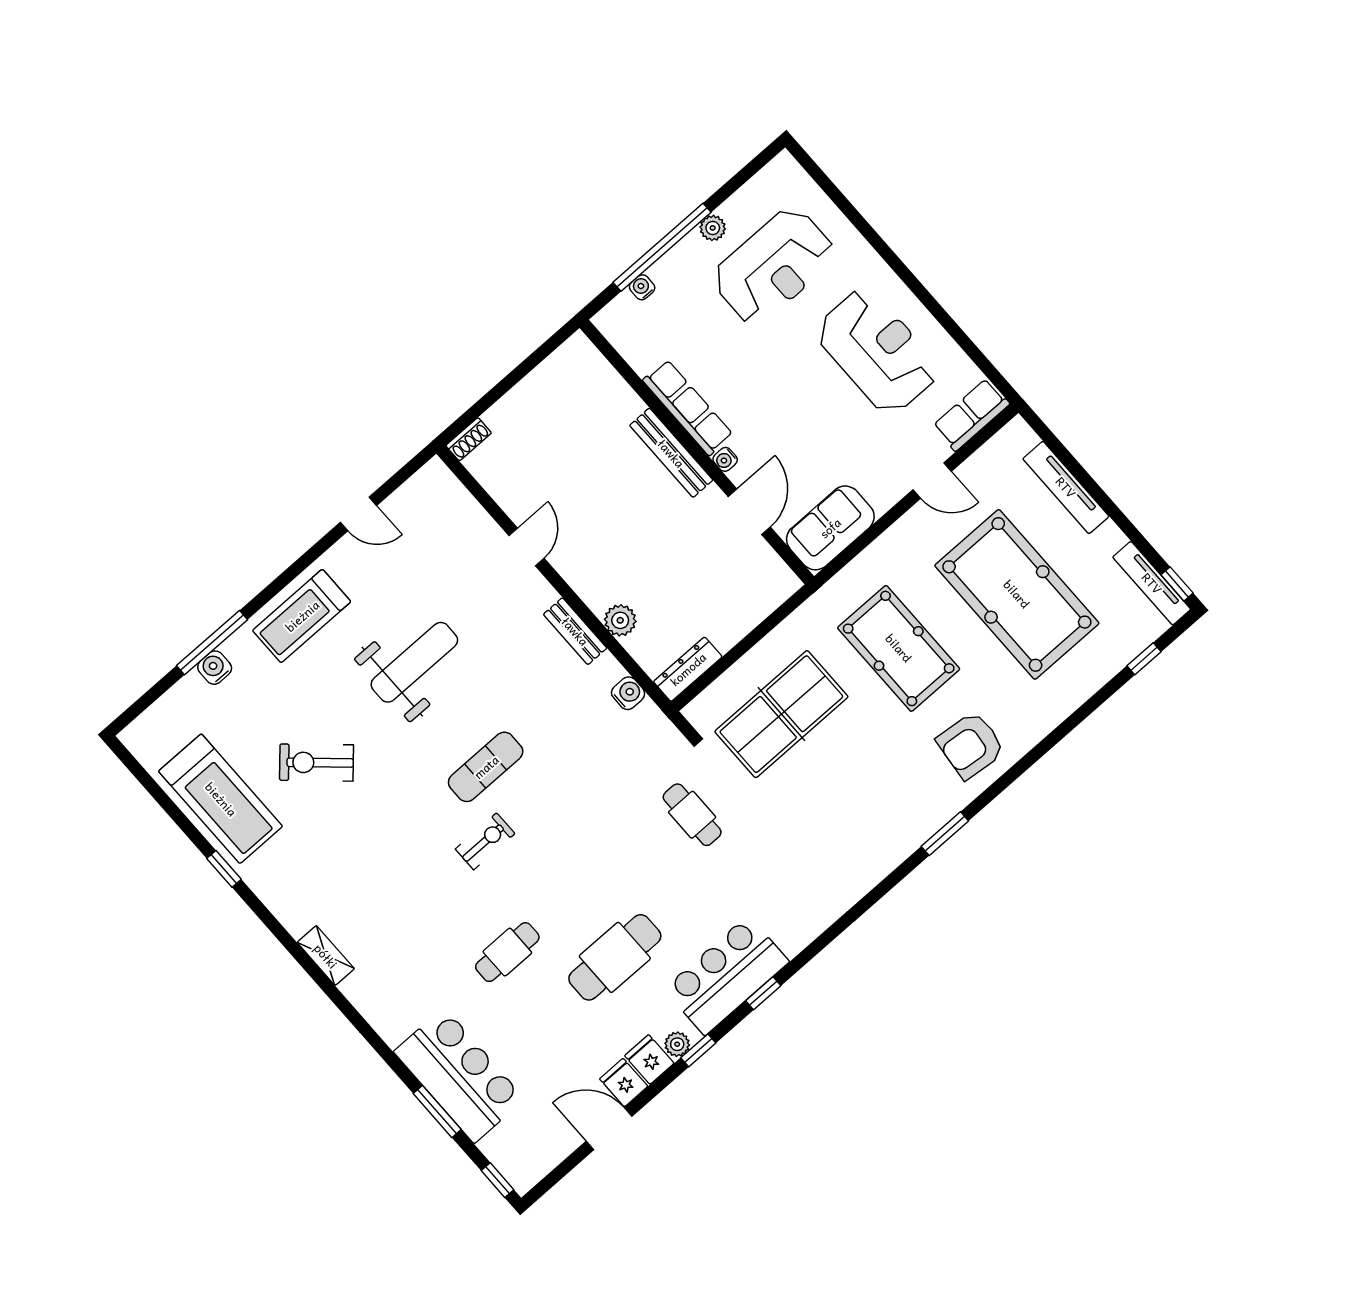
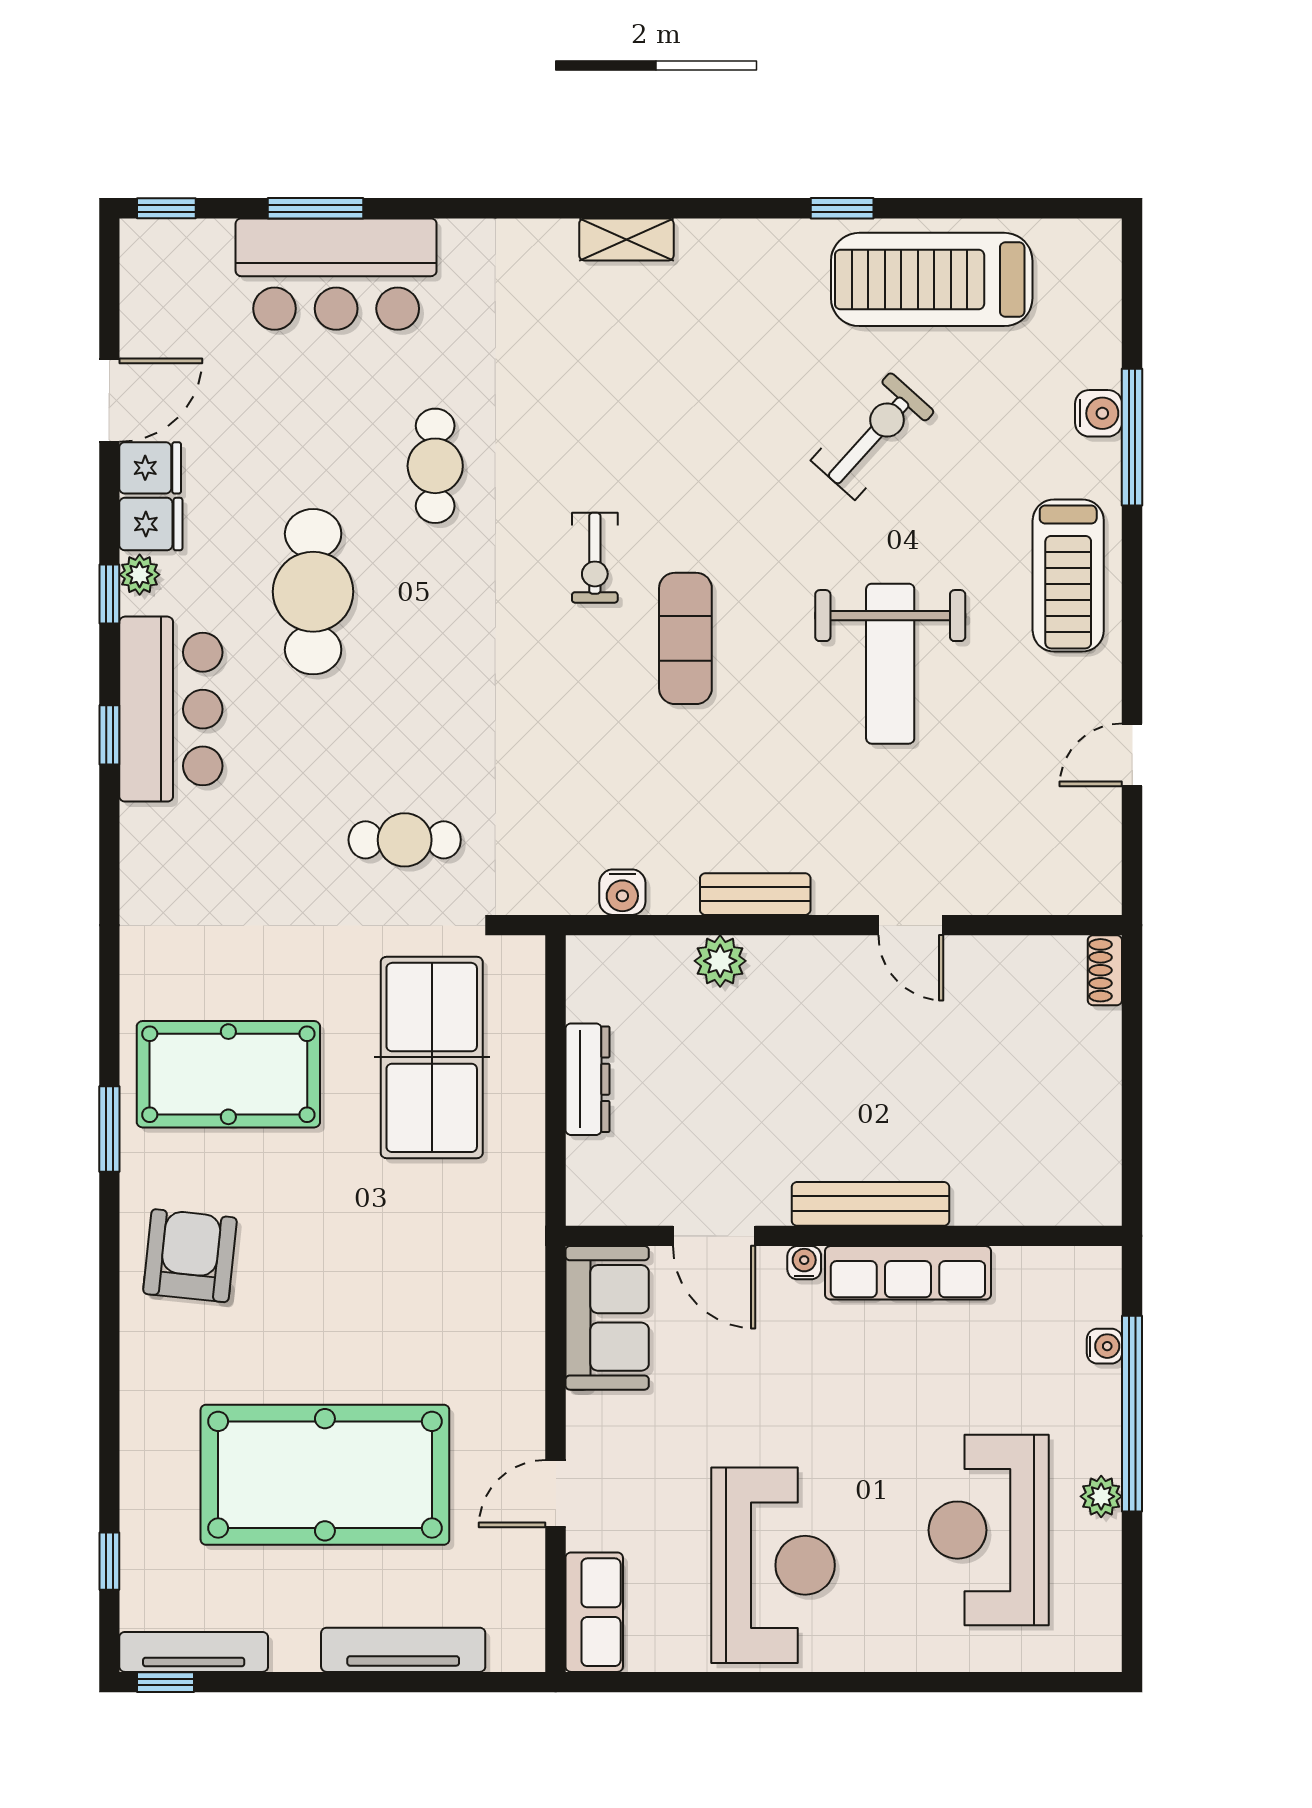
reception desk: (877, 351) -> (773, 1565), turned -90
treadmill: (302, 616) -> (1068, 575), turned 180
pool table: (899, 648) -> (228, 1074), moved
dresser: (688, 669) -> (587, 1079), moved

